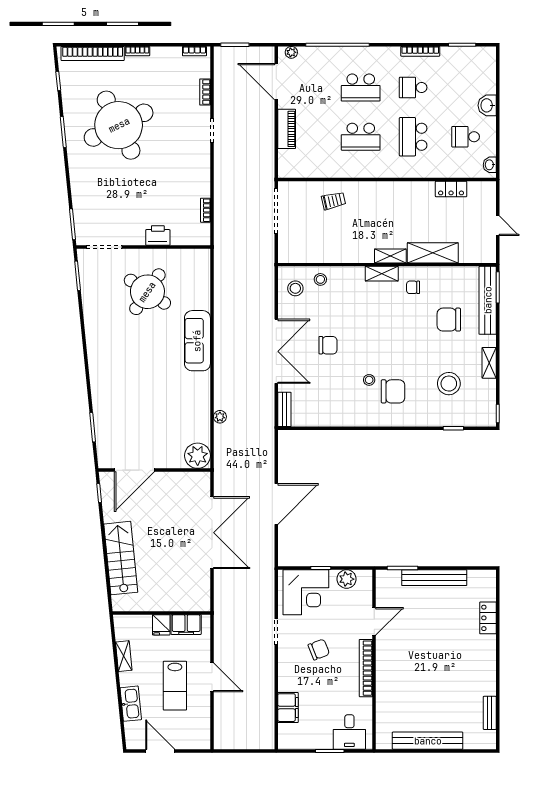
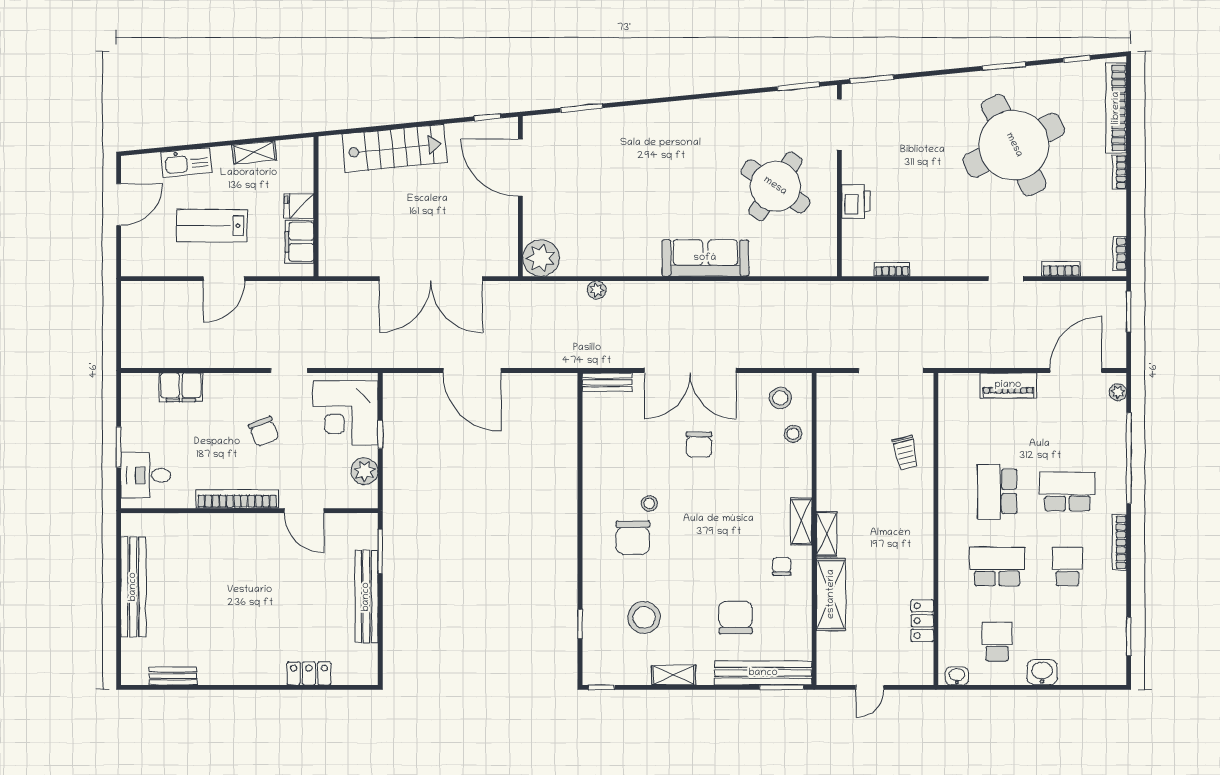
bookcase: (420, 51) -> (1119, 542), moved
school desk: (361, 88) -> (1067, 491), turned 90

